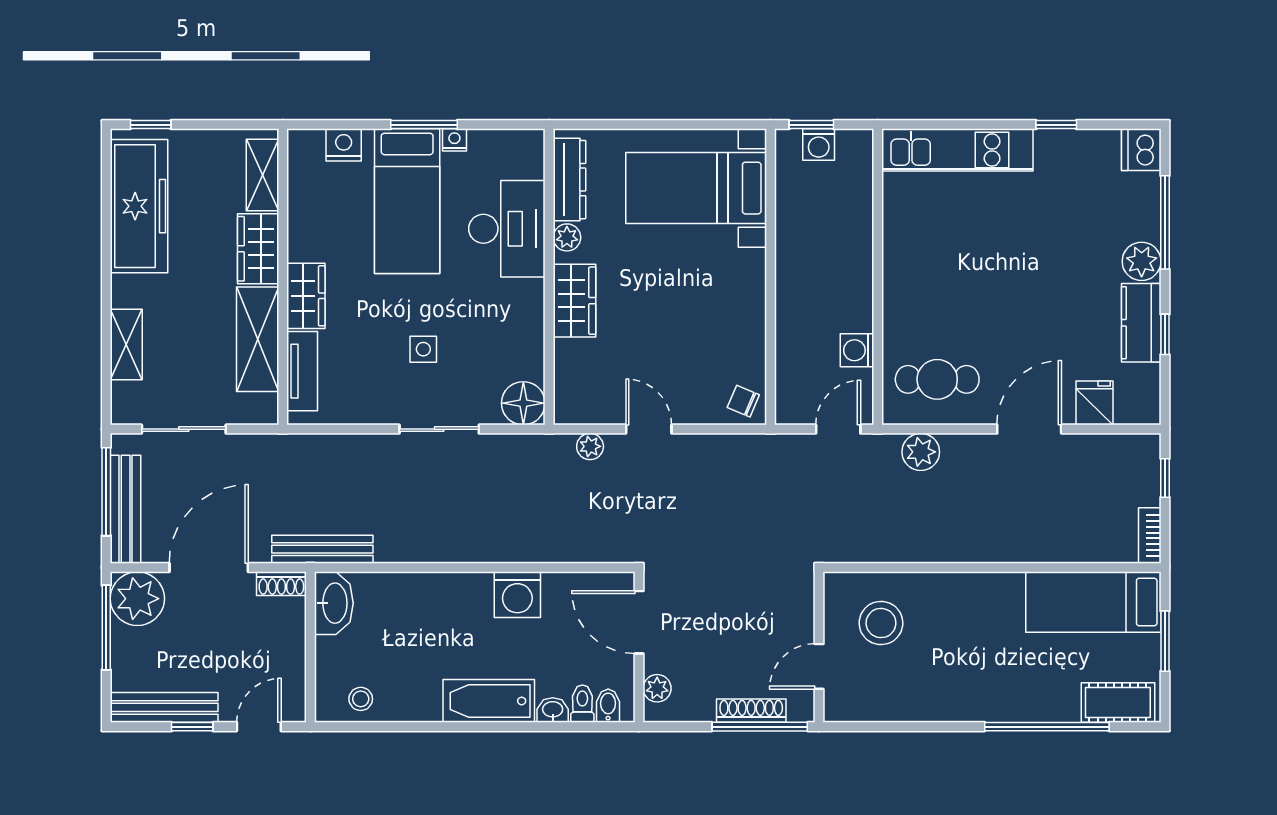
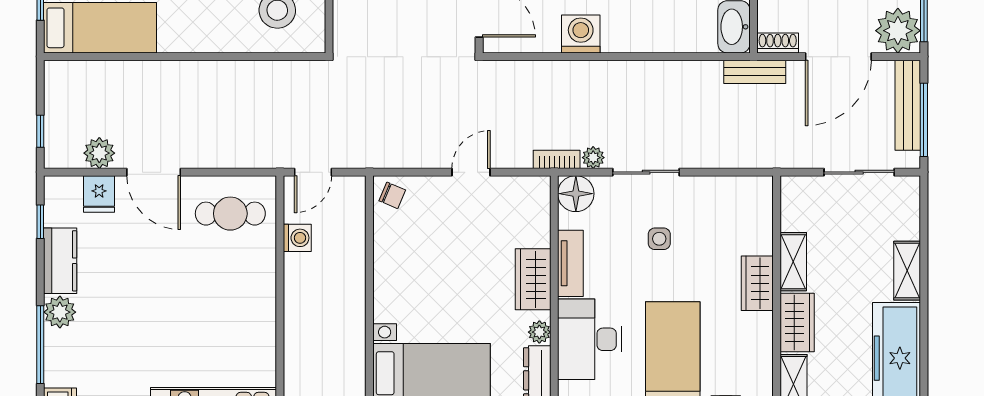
window: (1165, 334) -> (40, 222), moved
shelving: (258, 339) -> (793, 262), width x0.67, depth x0.75
shelving: (126, 345) -> (907, 271), moved
tv unit: (302, 371) -> (570, 263), moved, turned 180
door: (649, 429) -> (471, 172), swing flipped
door: (1029, 429) -> (154, 172), hinge flipped
plant: (590, 446) -> (593, 158), moved
plant: (921, 452) -> (99, 153), moved
bookcase: (1150, 536) -> (557, 159), moved, turned -90
bench: (322, 549) -> (755, 72), width x0.73

